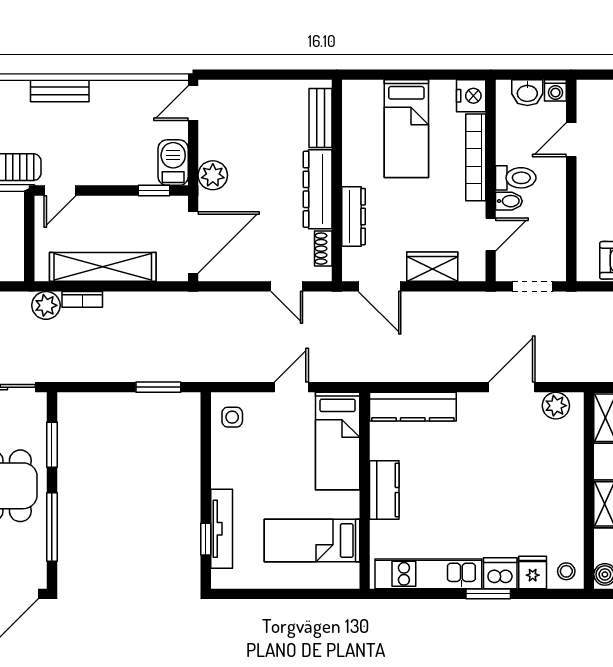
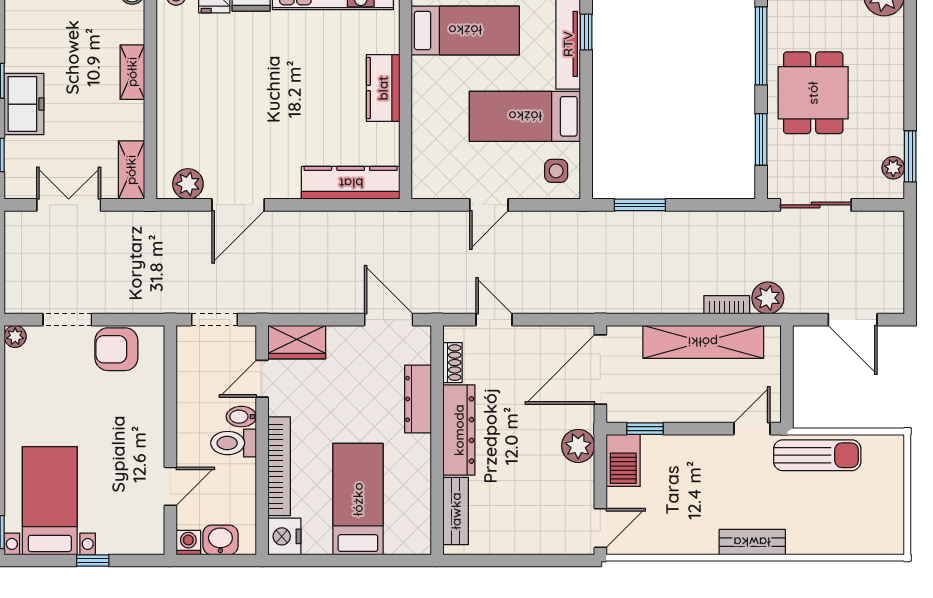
wardrobe: (432, 267) -> (297, 342), moved
bed: (338, 441) -> (525, 116), moved, turned -90

